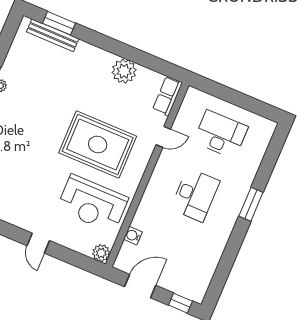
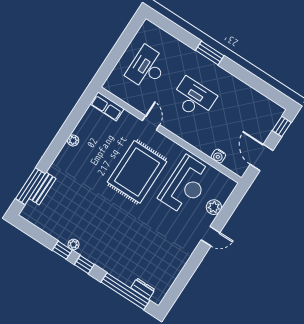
window: (59, 23) -> (30, 186), width x1.44
bench: (53, 35) -> (42, 188), width x0.73
plant: (124, 71) -> (73, 140), width x0.53, depth x0.53
door: (163, 137) -> (151, 123), moved
plant: (101, 253) -> (214, 207), moved

